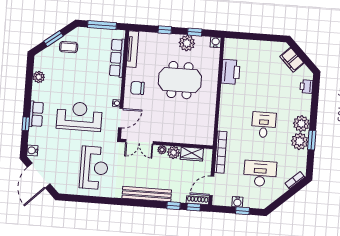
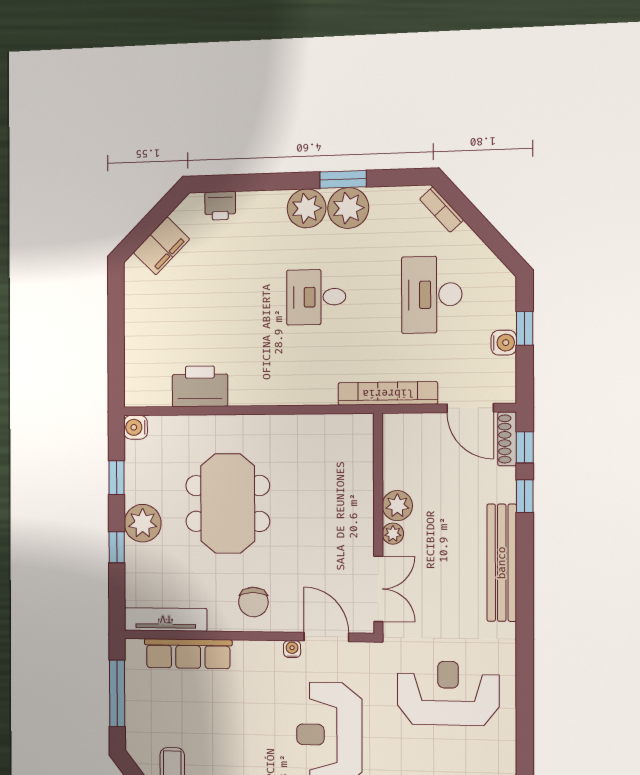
plant: (187, 43) -> (143, 523), moved
wardrobe: (192, 154) -> (397, 462), removed

